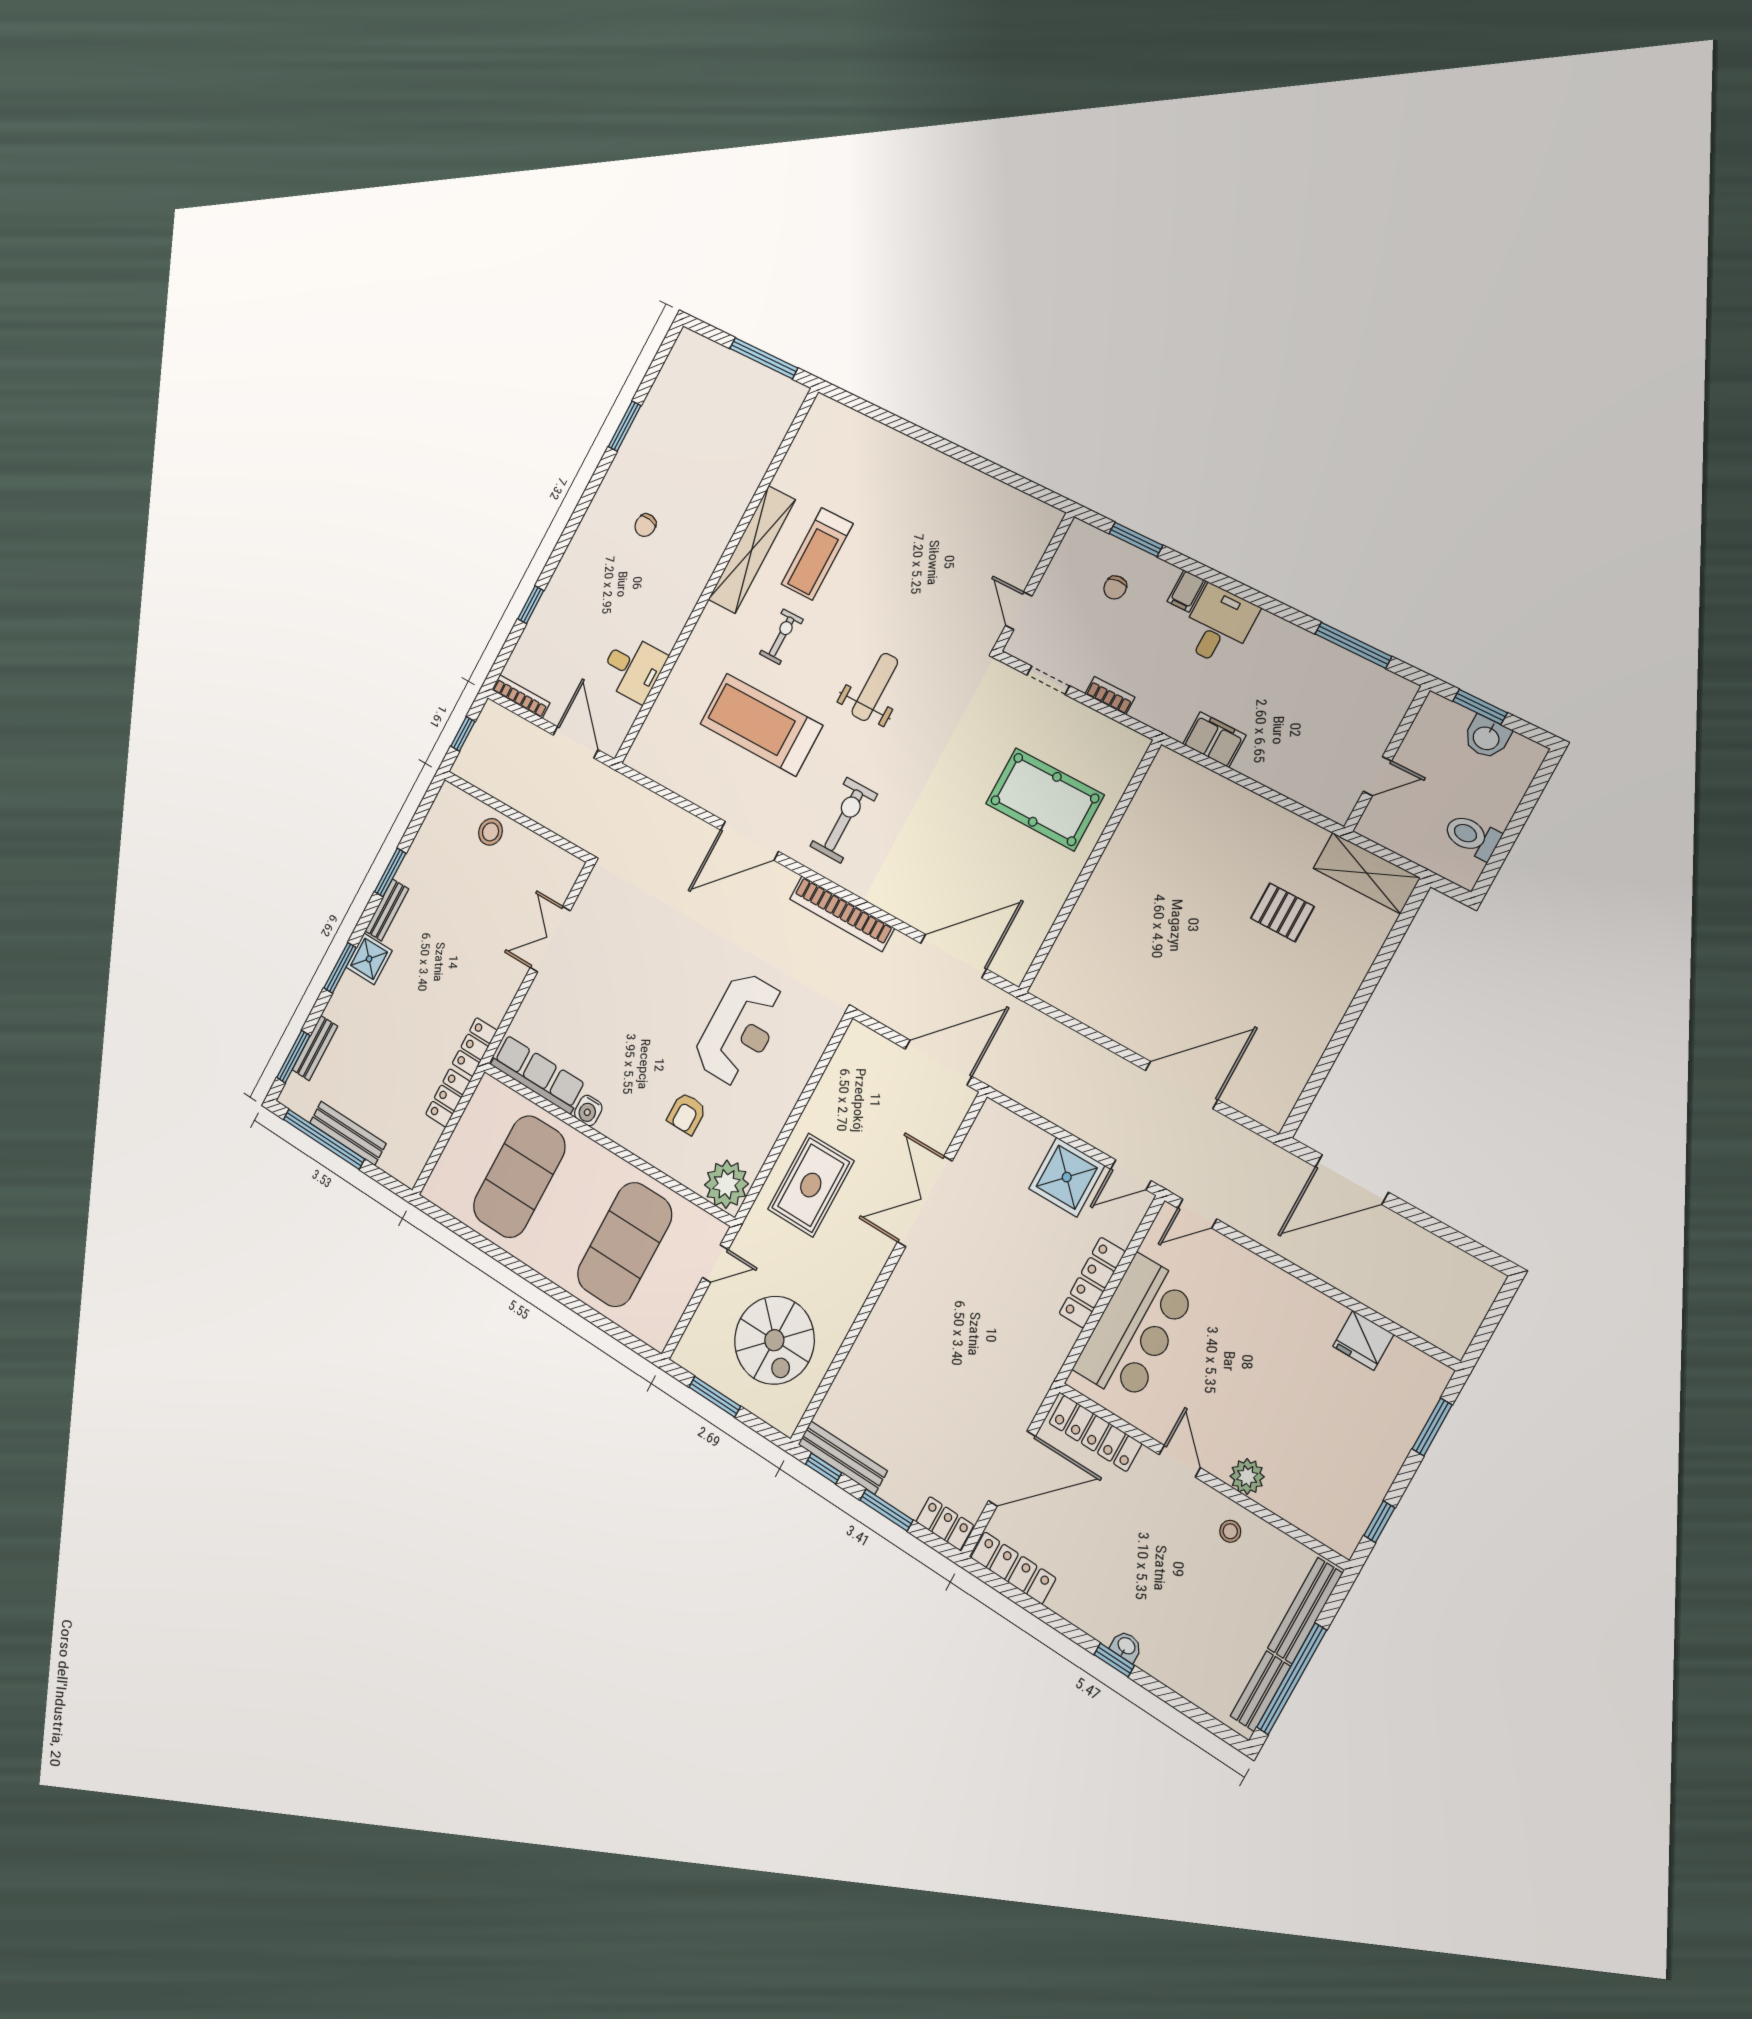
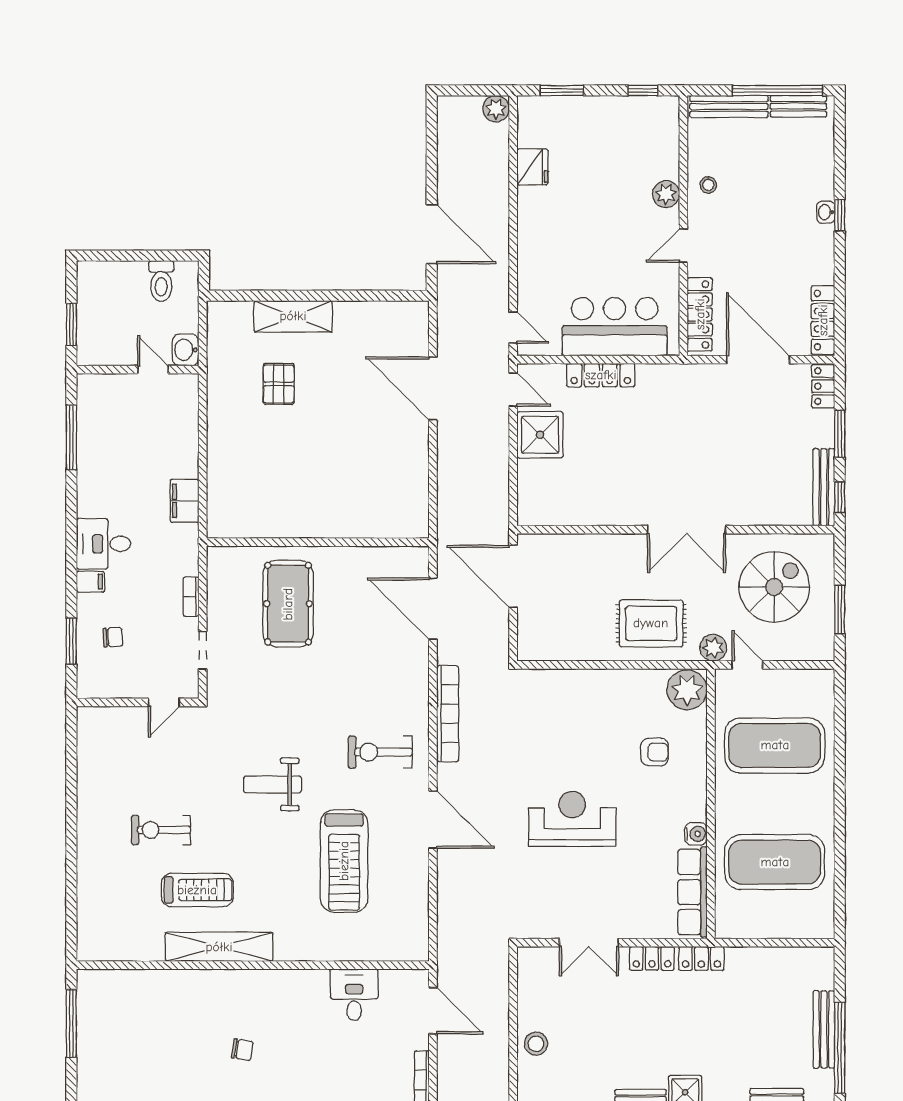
exercise bike: (781, 637) -> (161, 830), moved, width x1.38, depth x1.39
washbasin: (1487, 737) -> (186, 350), moved, turned 180
door: (576, 742) -> (433, 1011), swing flipped
shelving: (1367, 873) -> (293, 316), moved, turned 90
reception desk: (740, 1029) -> (572, 819), moved
locker: (448, 1098) -> (652, 958), moved
double door: (925, 1201) -> (687, 530), moved
plant: (751, 1237) -> (713, 648), added
plant: (1454, 1337) -> (496, 109), added

